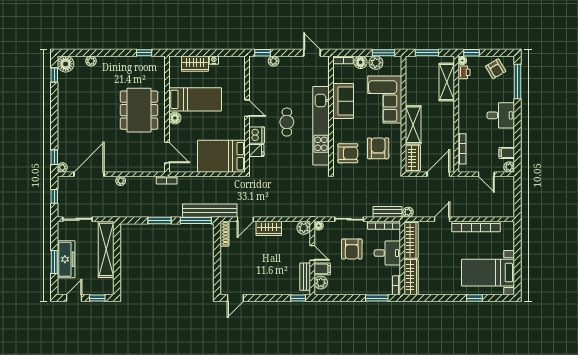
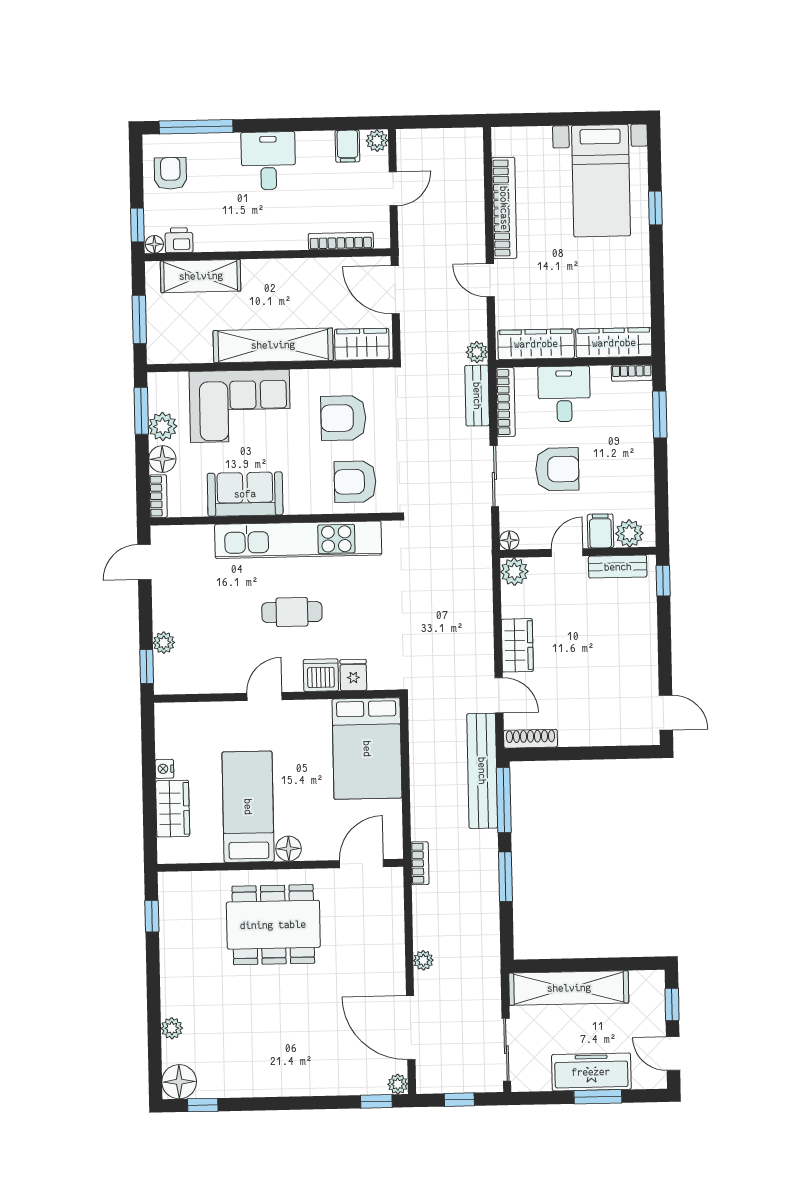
armchair: (496, 69) -> (170, 173), turned -59
shelving: (413, 125) -> (273, 345), width x1.47
armchair: (348, 153) -> (355, 482), turned -90

